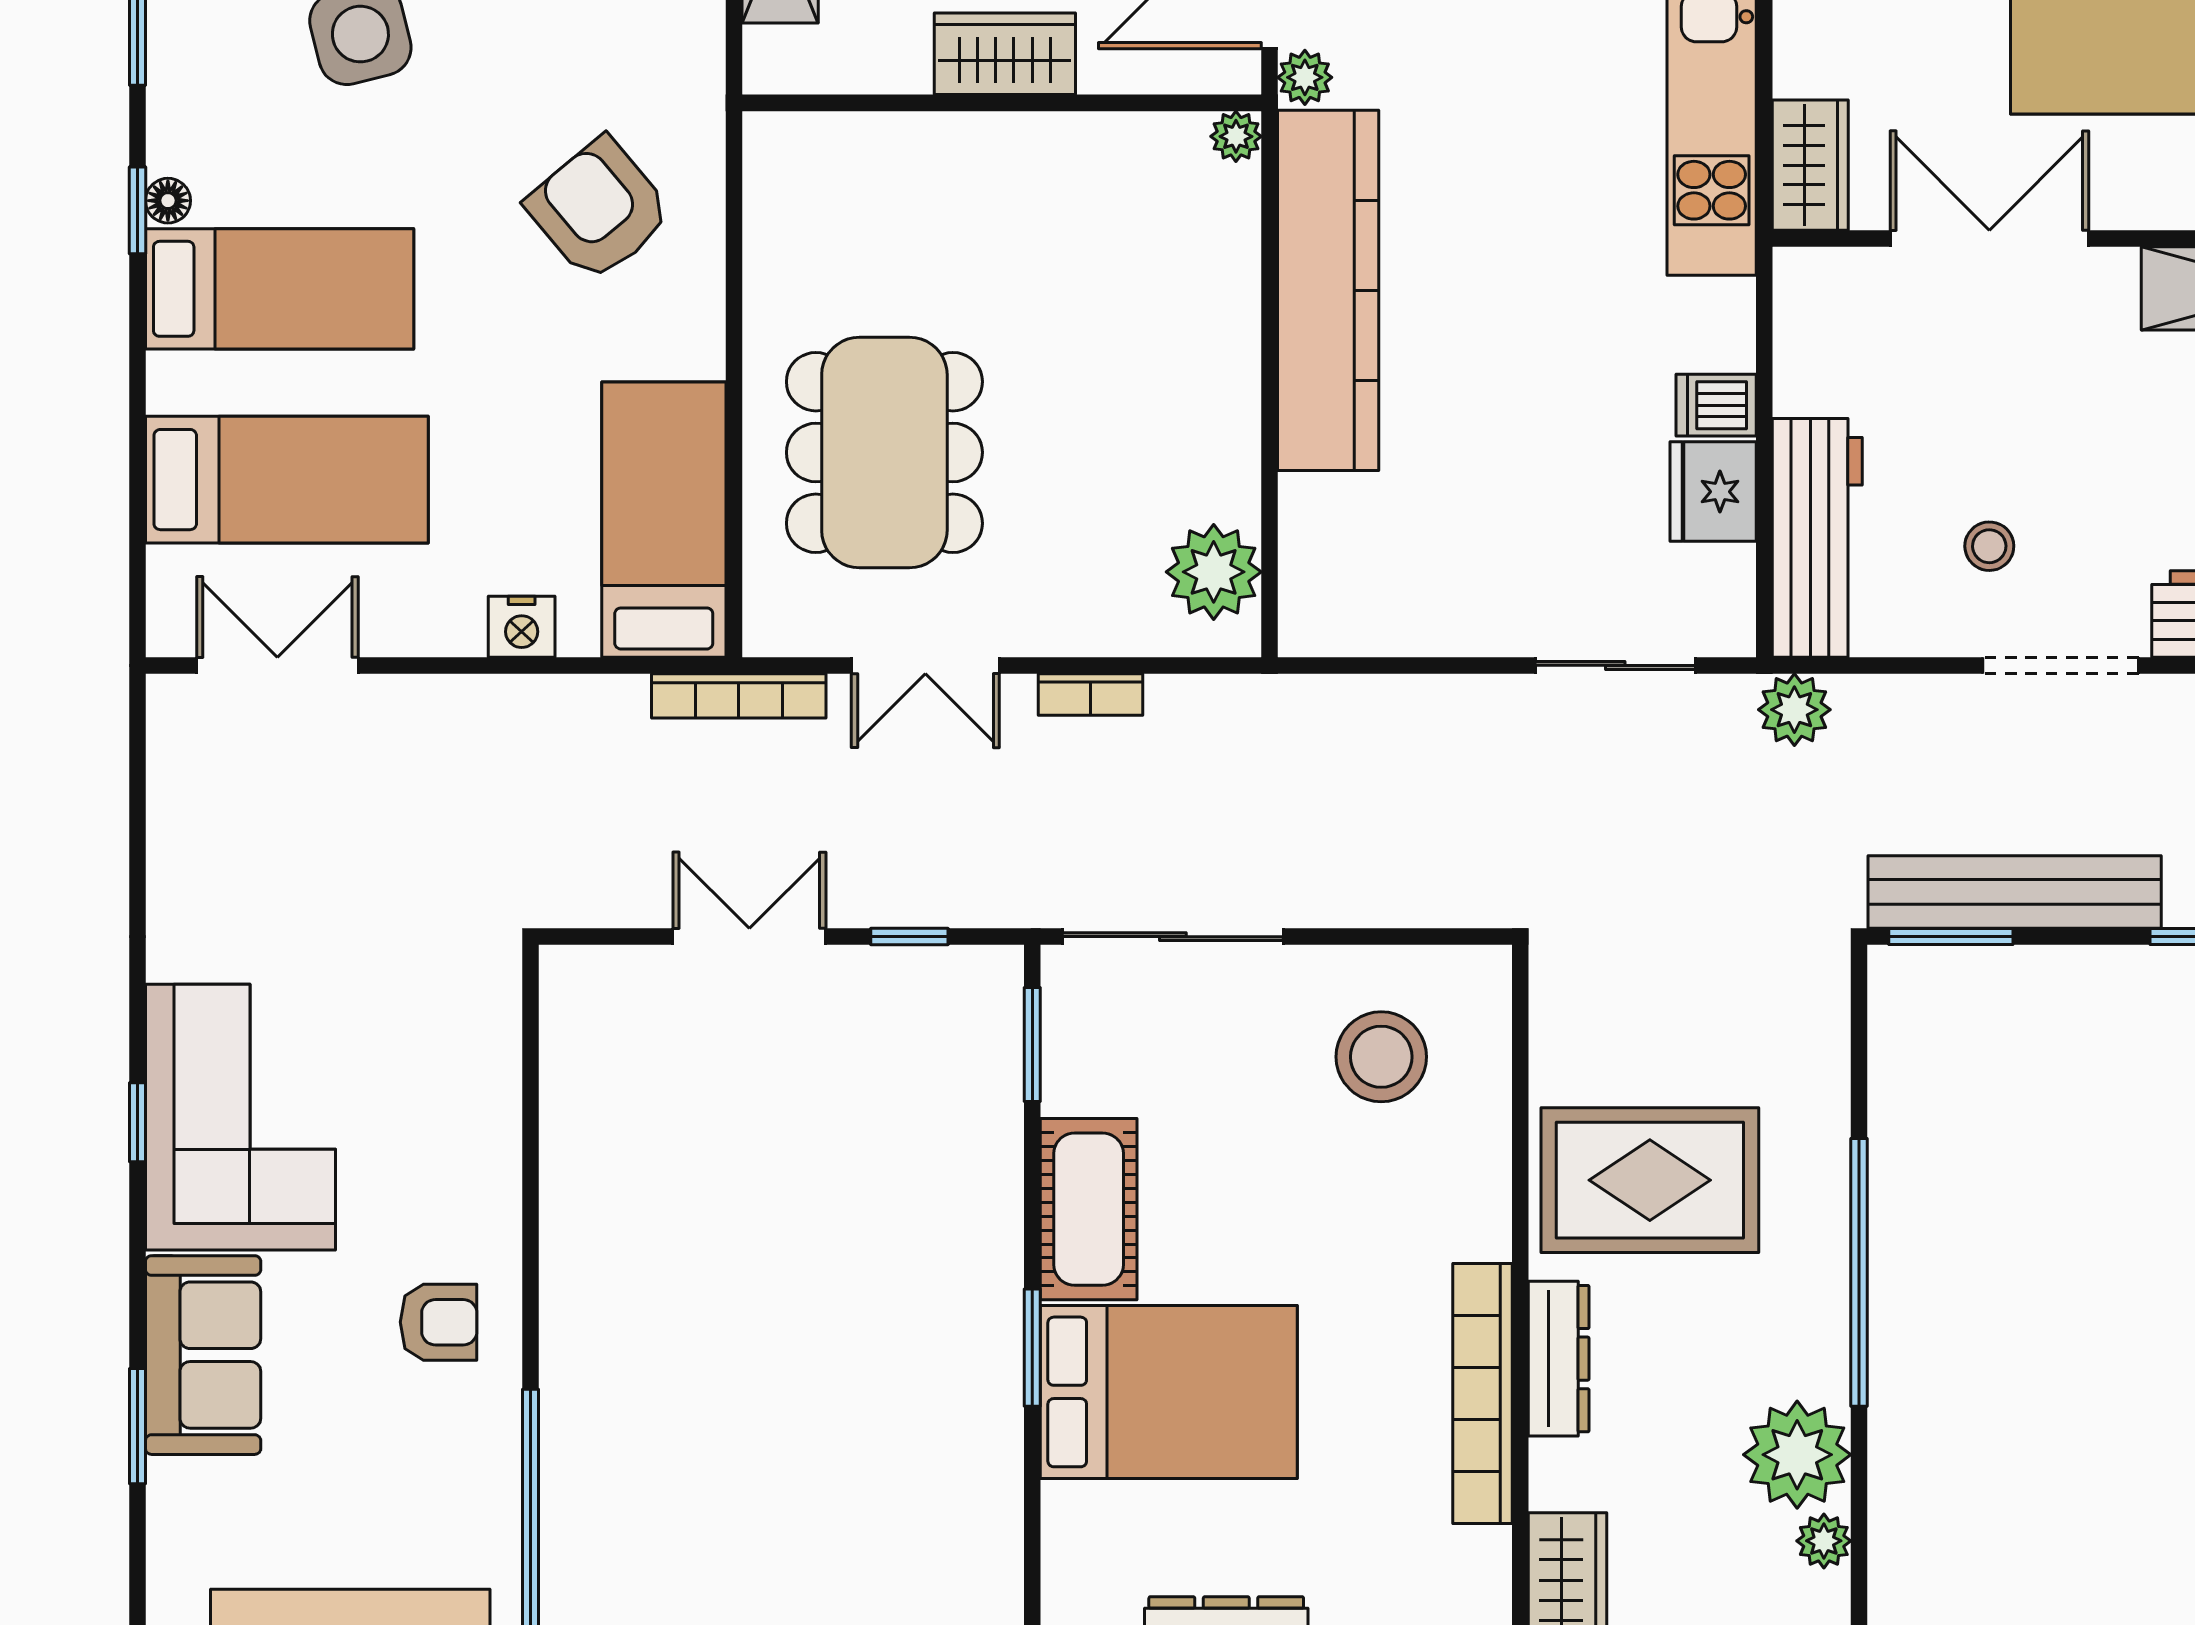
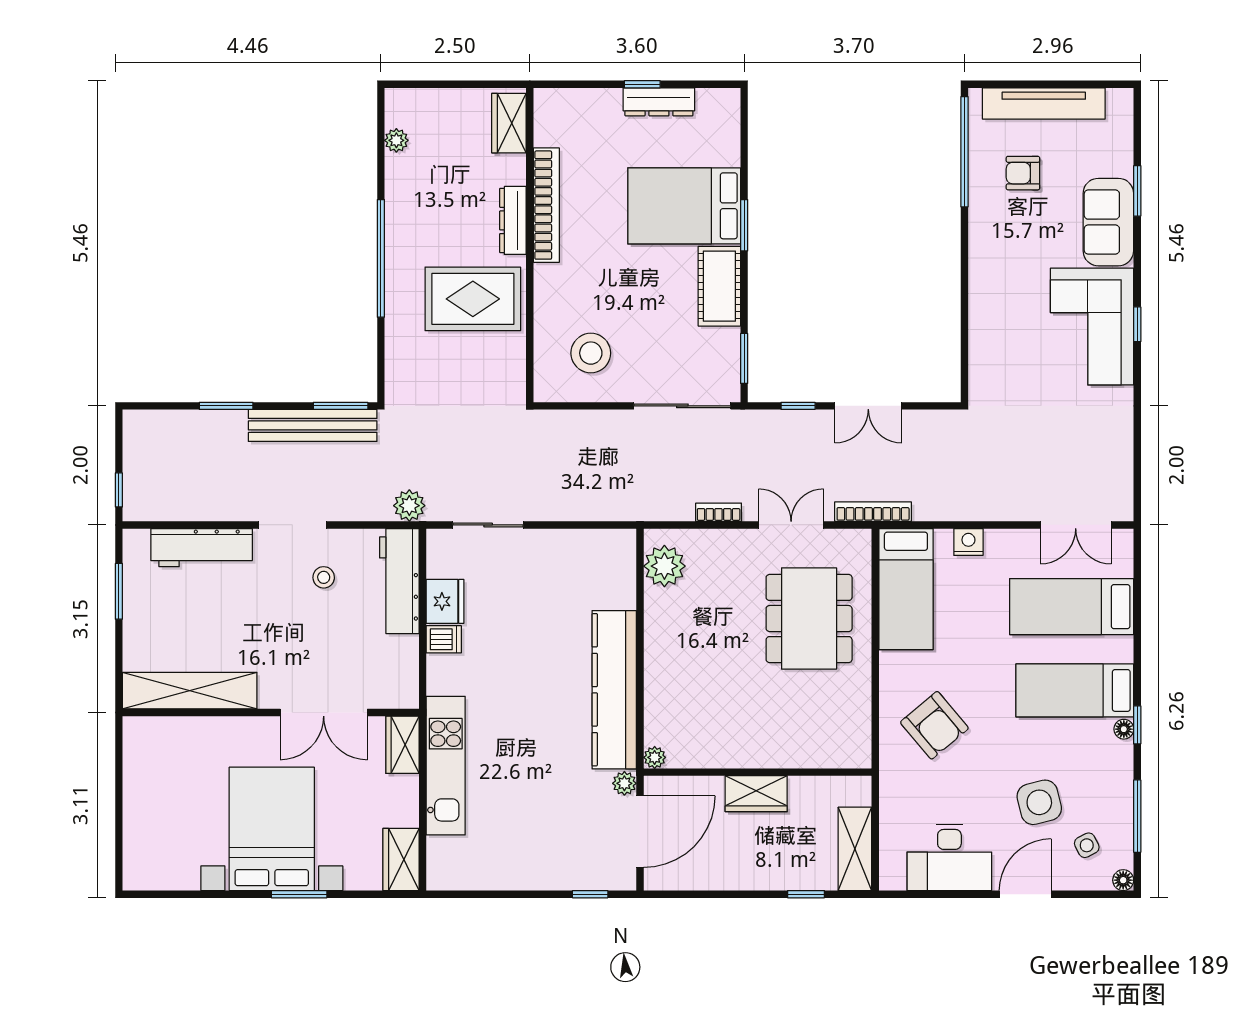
armchair: (439, 1322) -> (1023, 173), moved
plant: (1797, 1455) -> (408, 178), removed

